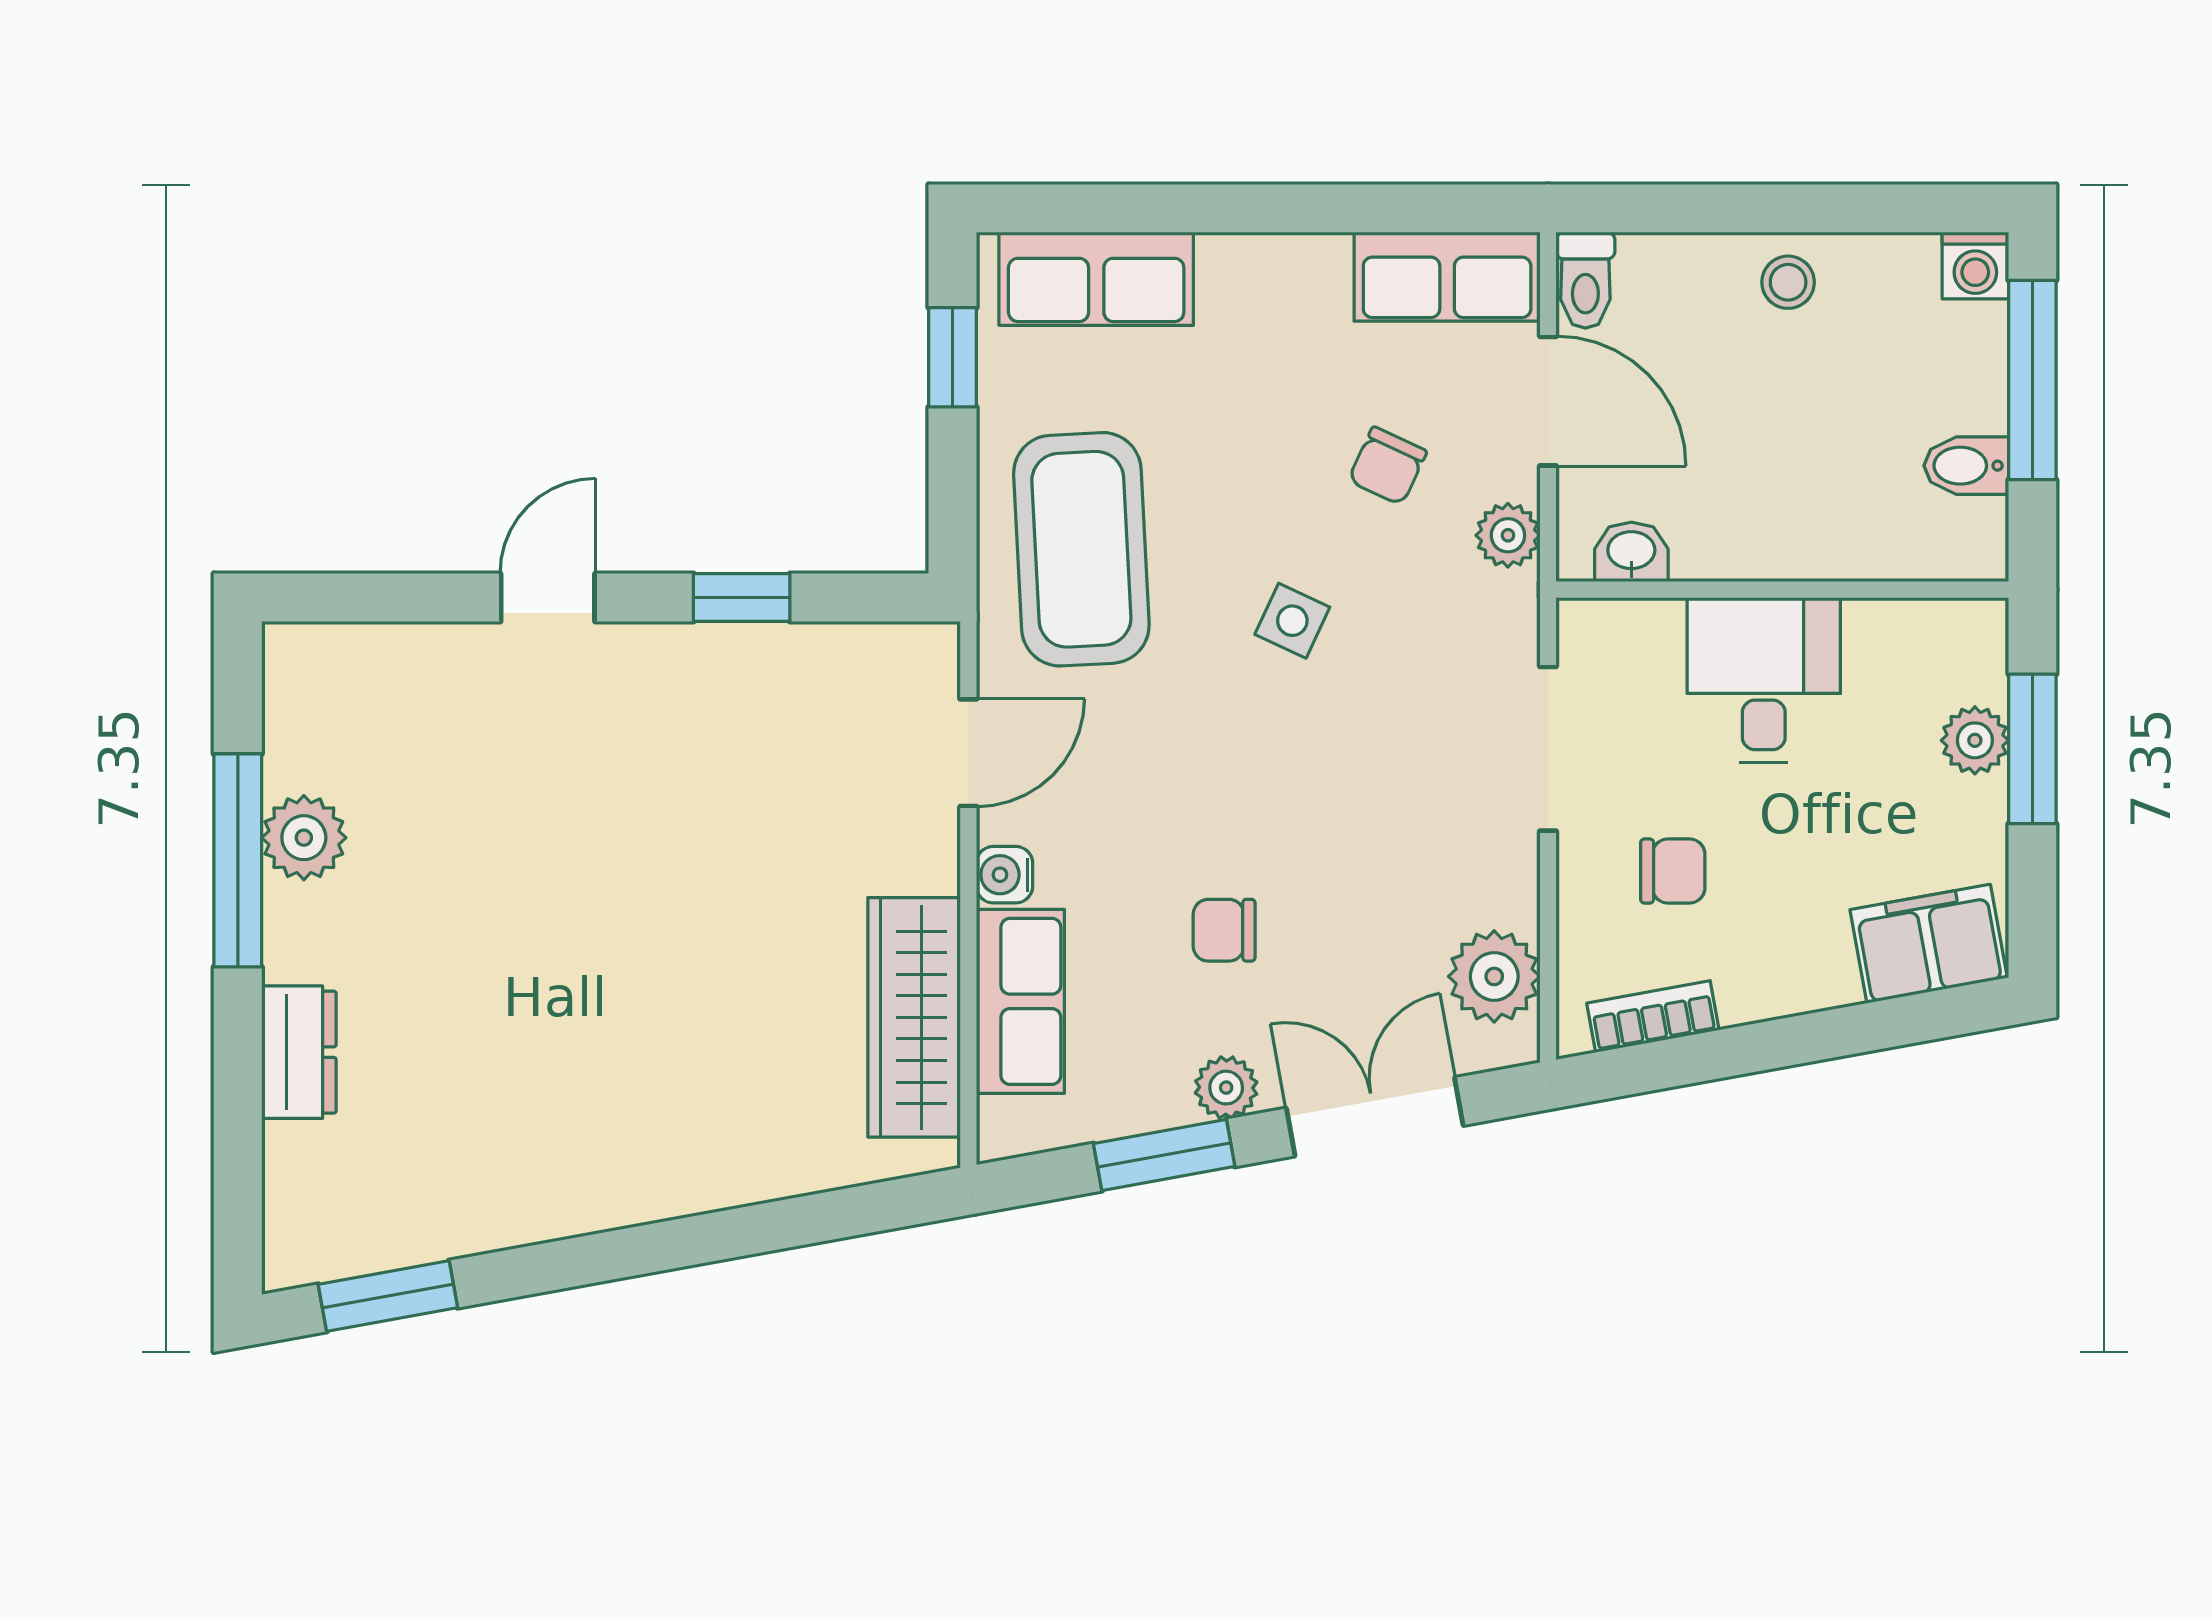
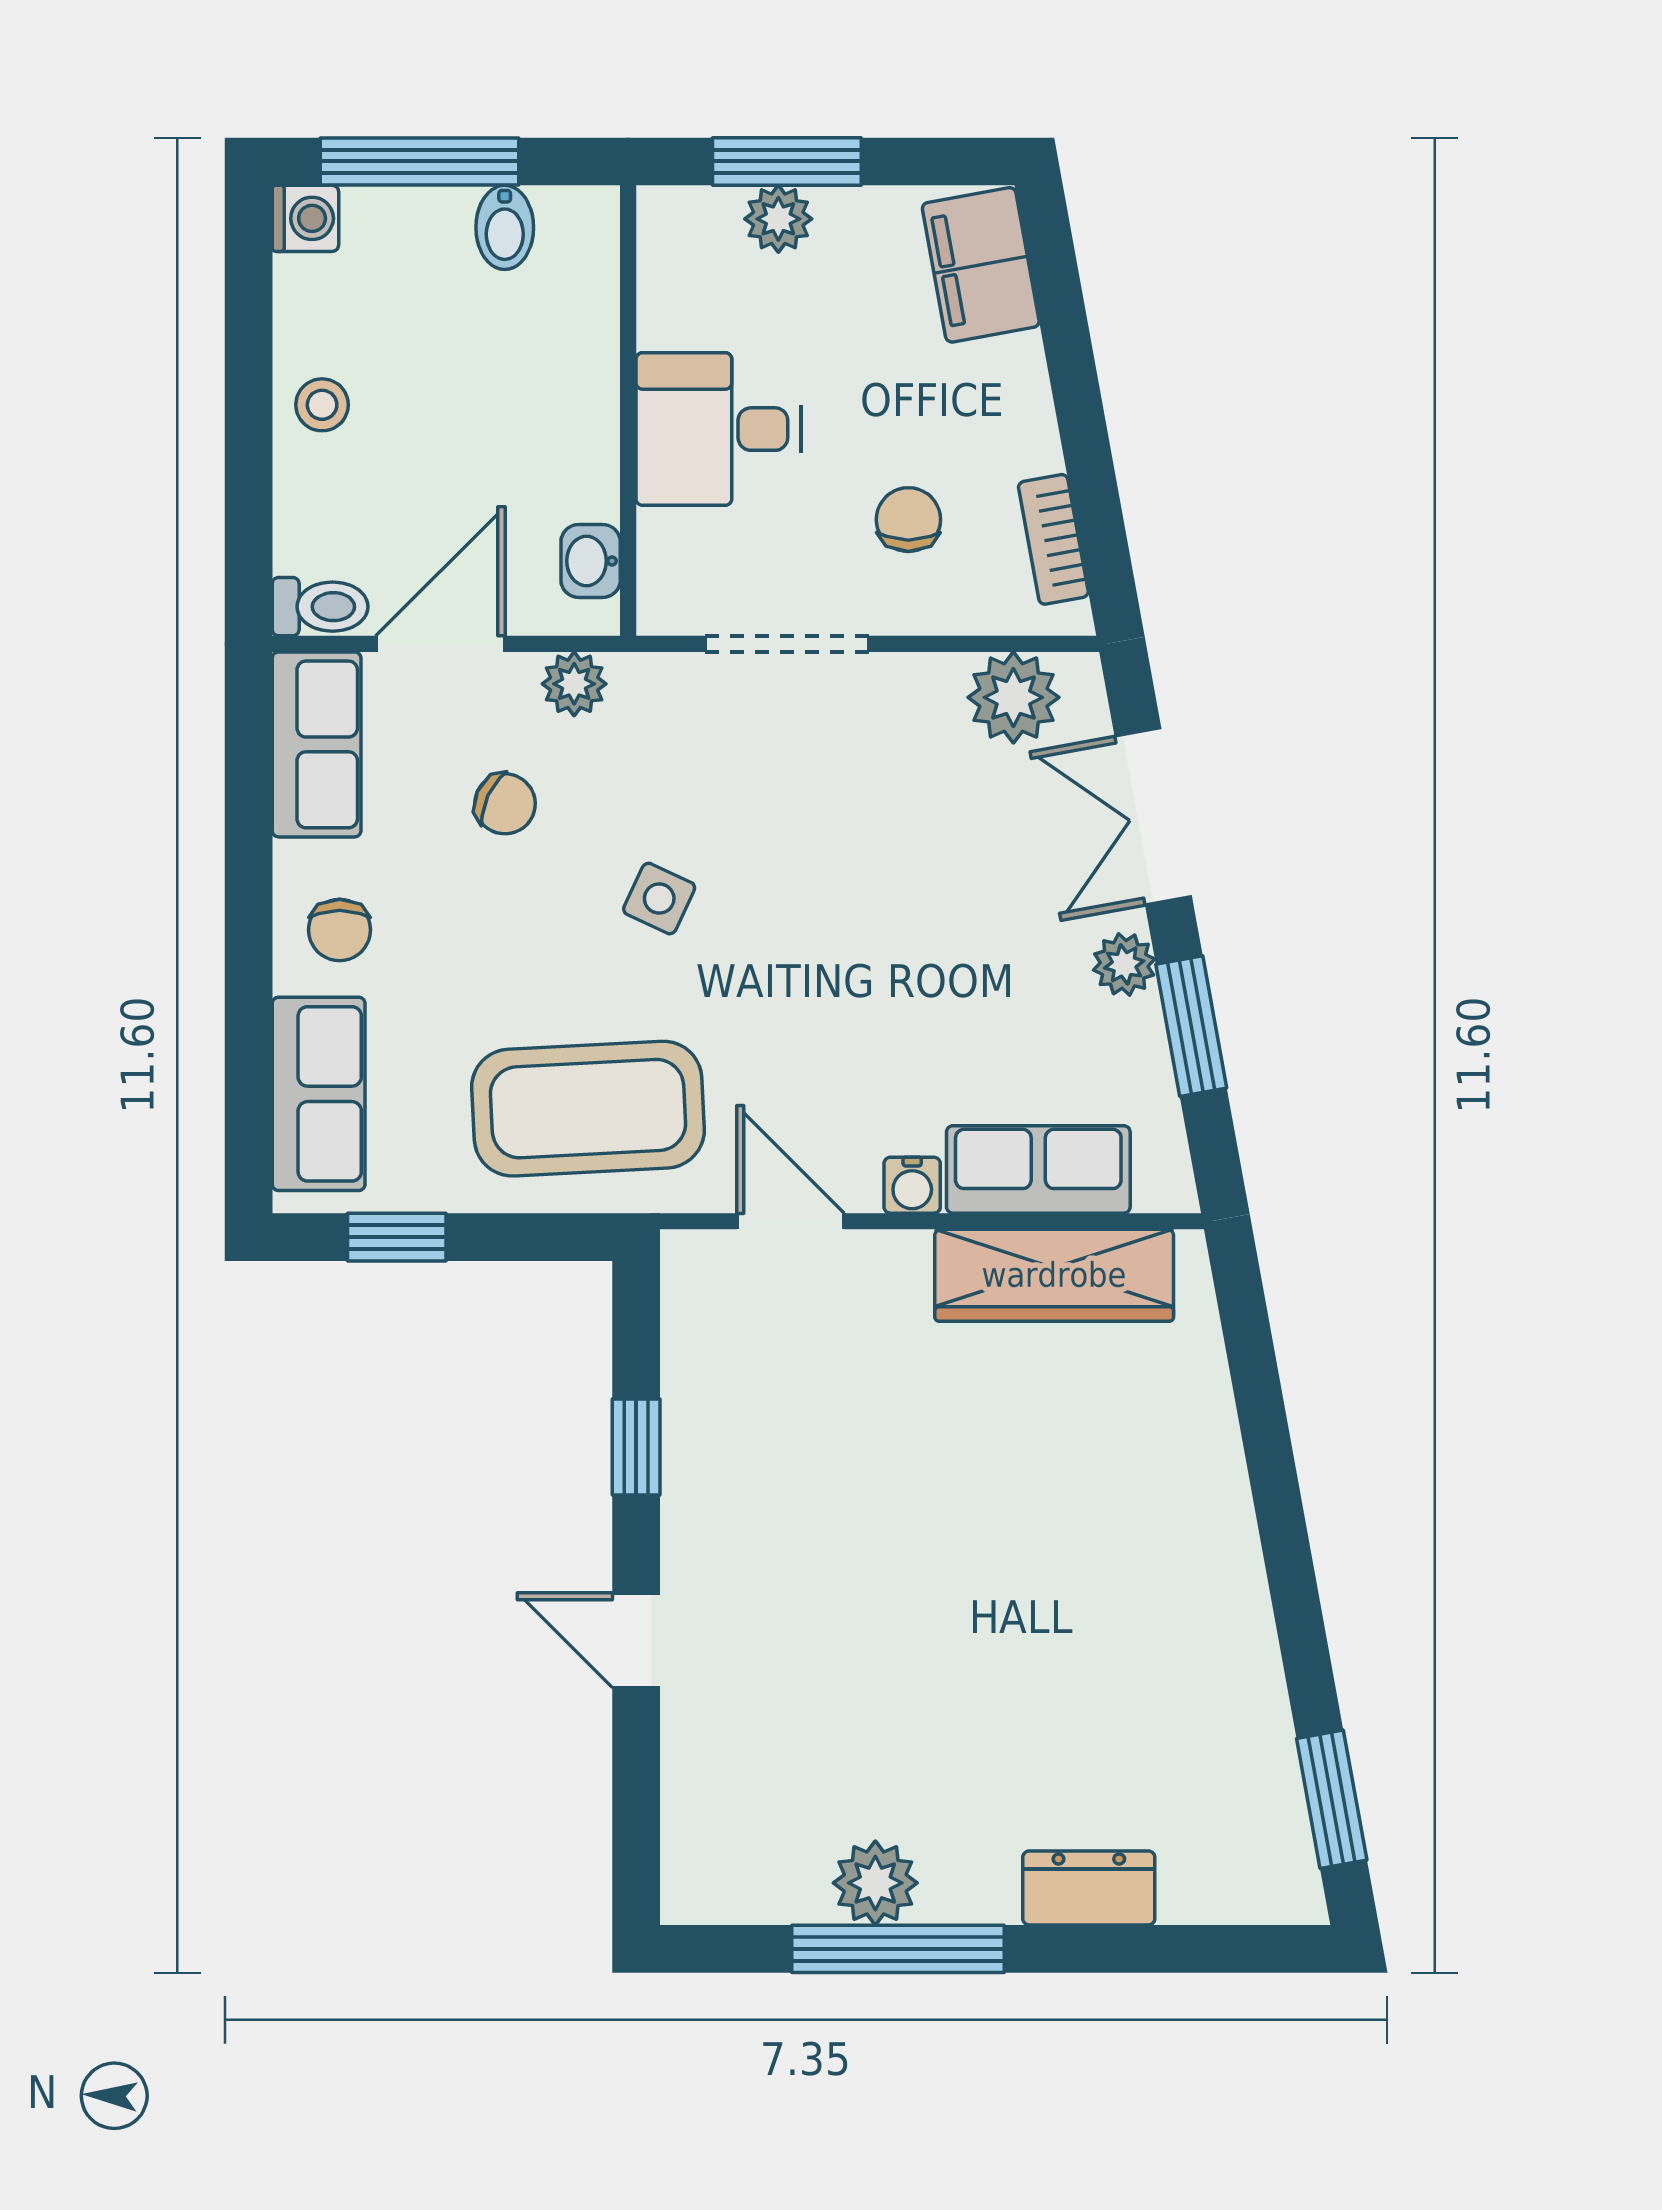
chair: (1224, 930) -> (340, 930), moved

